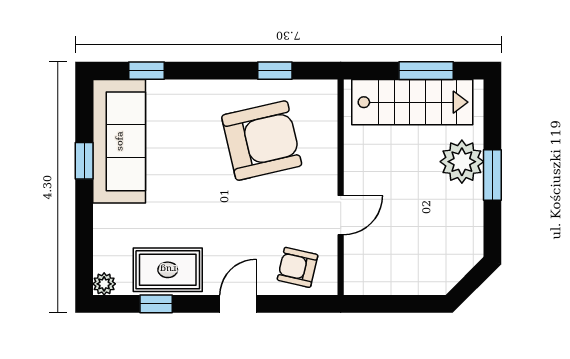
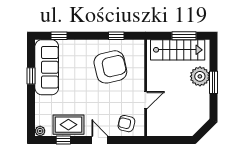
door: (238, 304) -> (100, 140), hinge flipped

